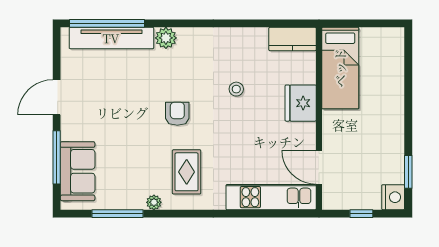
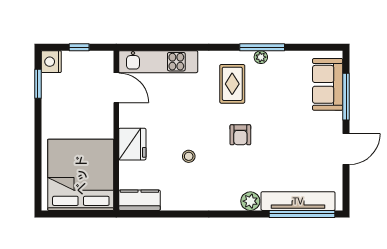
bed: (340, 68) -> (81, 175), width x2.04
window: (117, 214) -> (262, 47), moved

